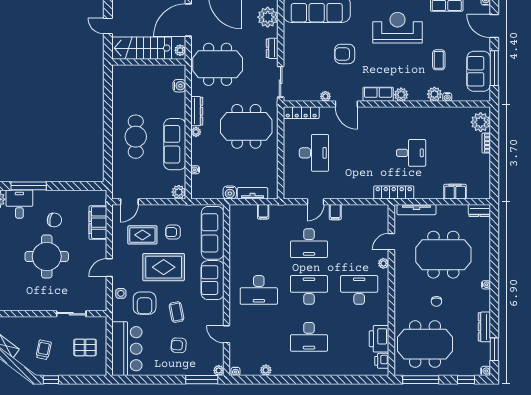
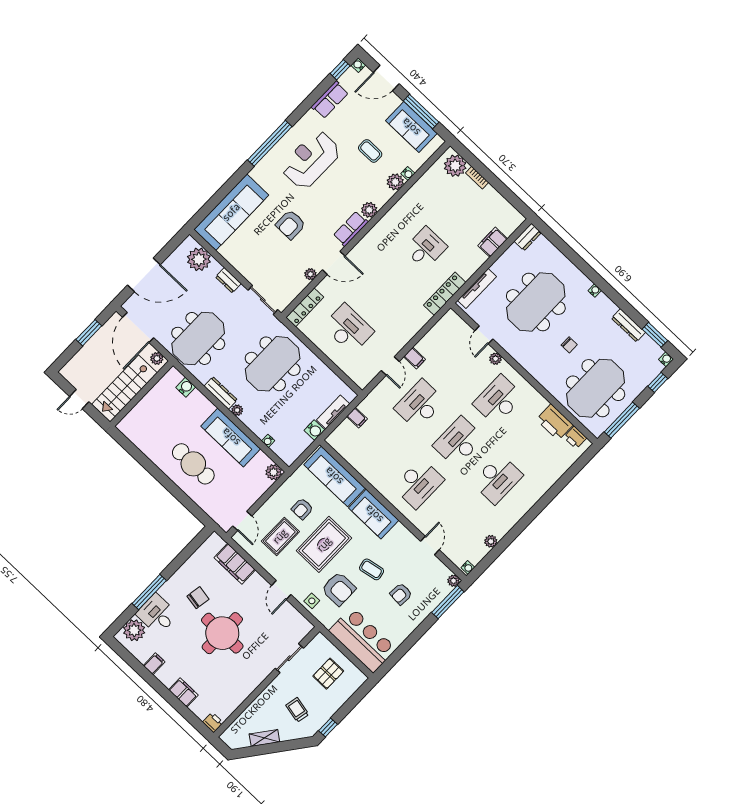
desk: (309, 243) -> (420, 405), turned 180
door: (227, 334) -> (430, 545), swing flipped

